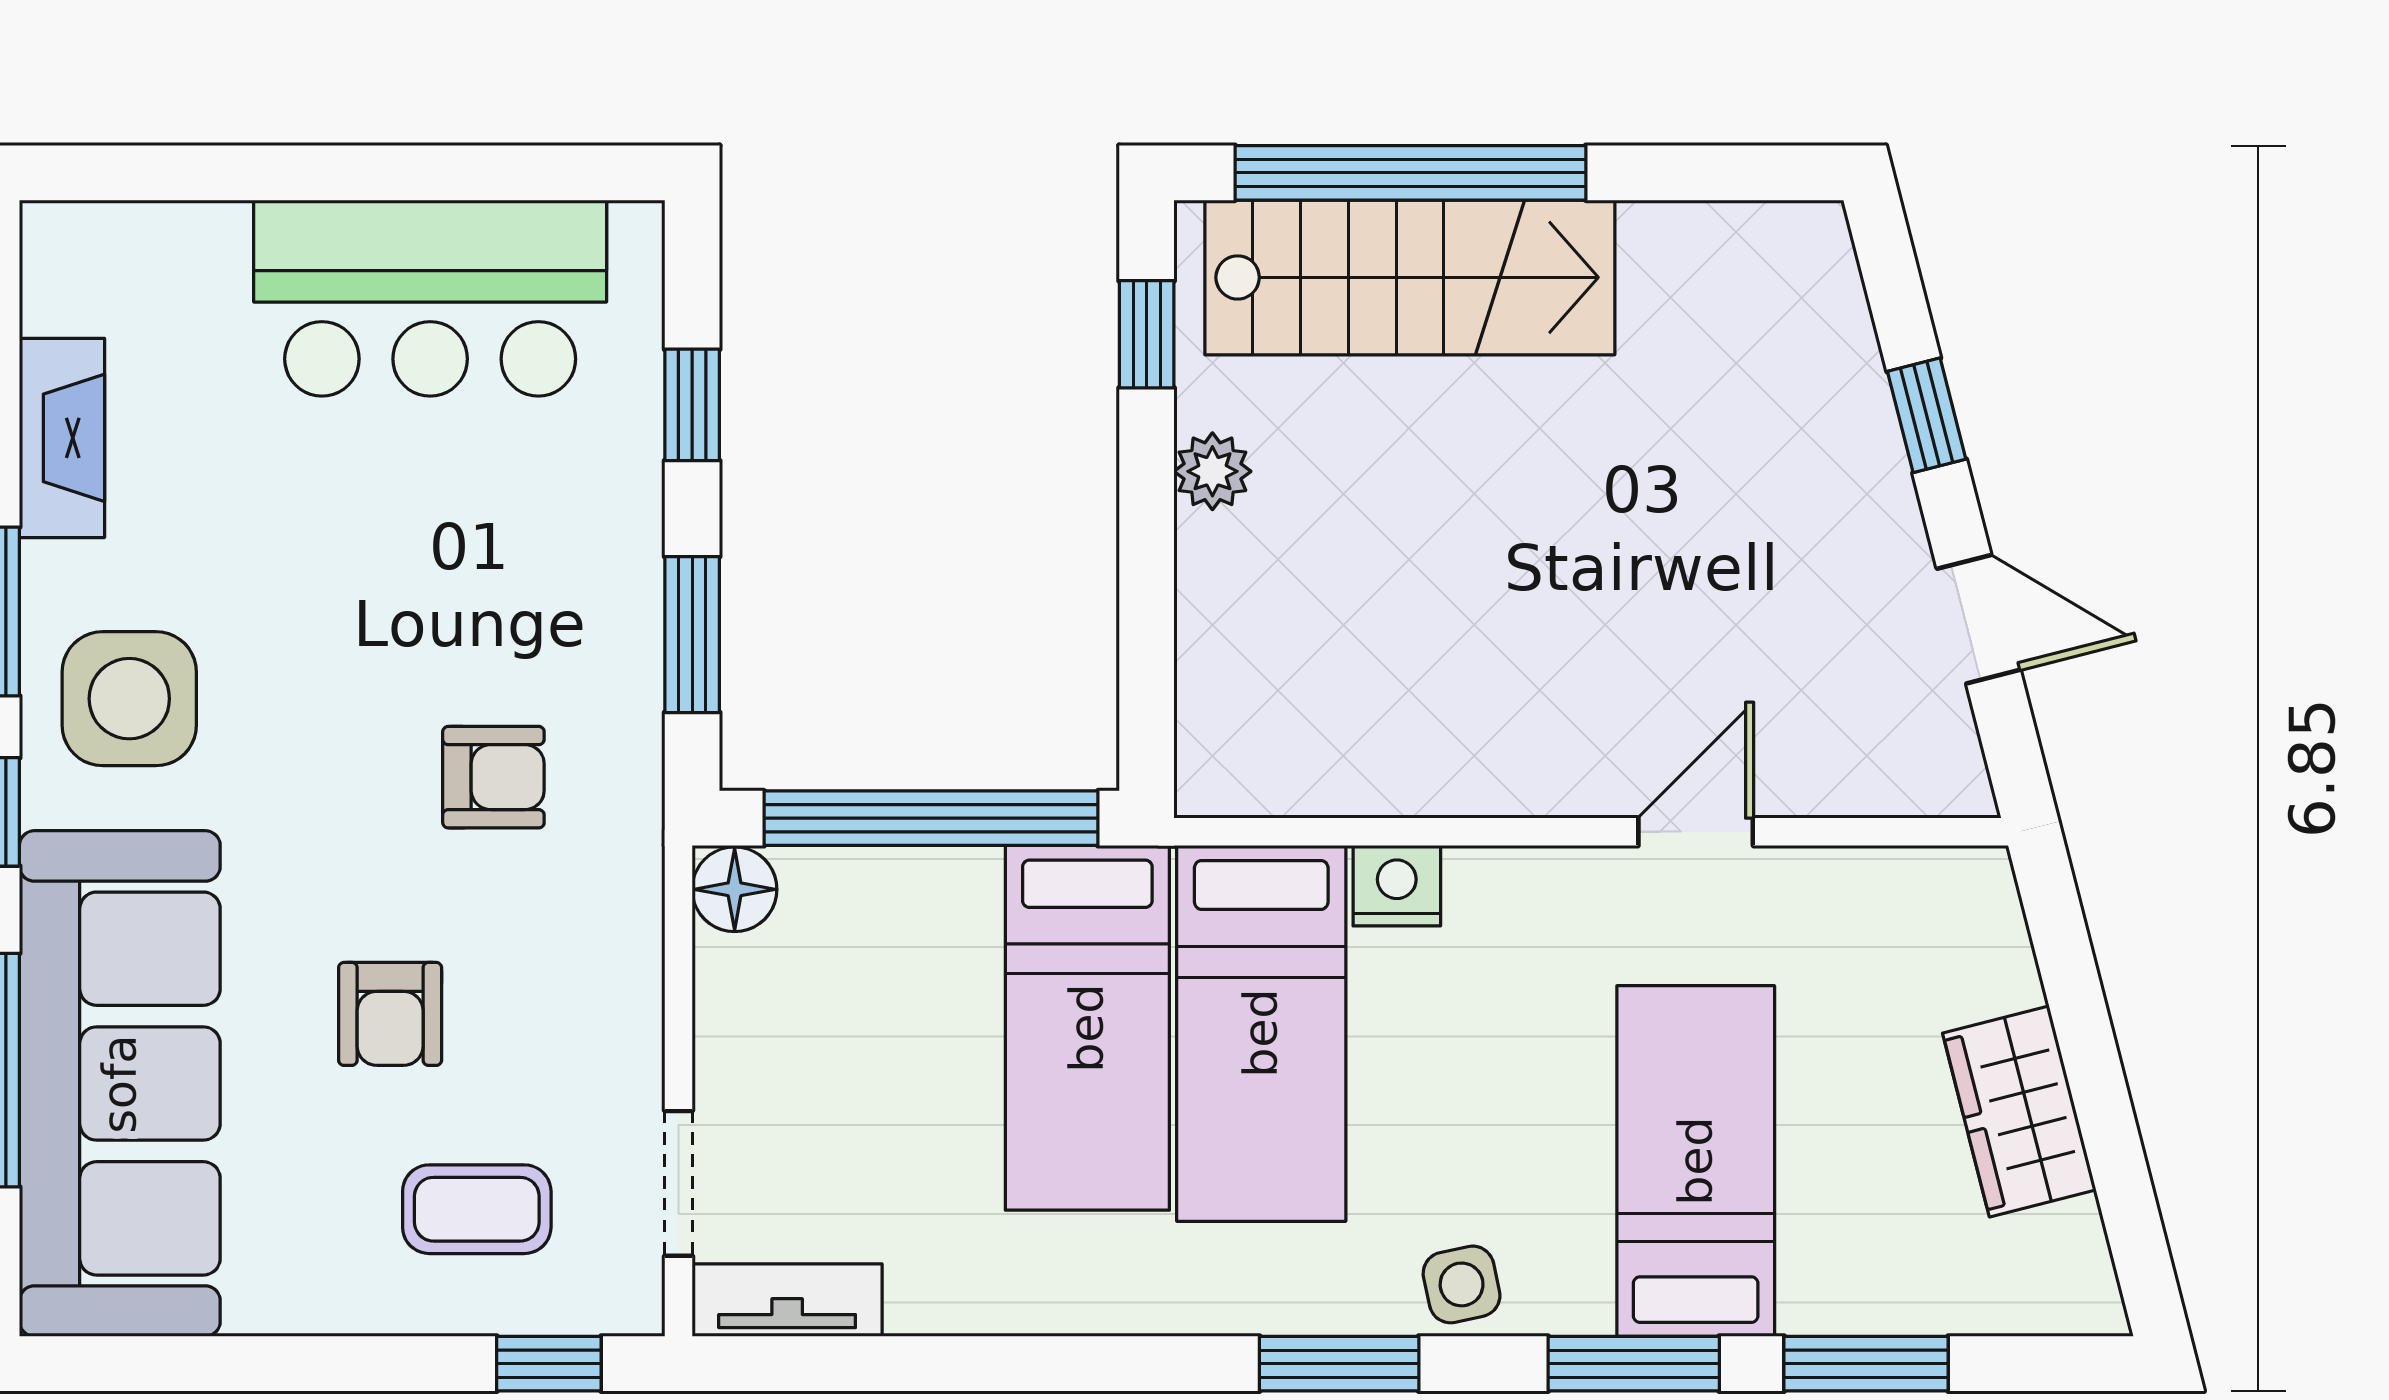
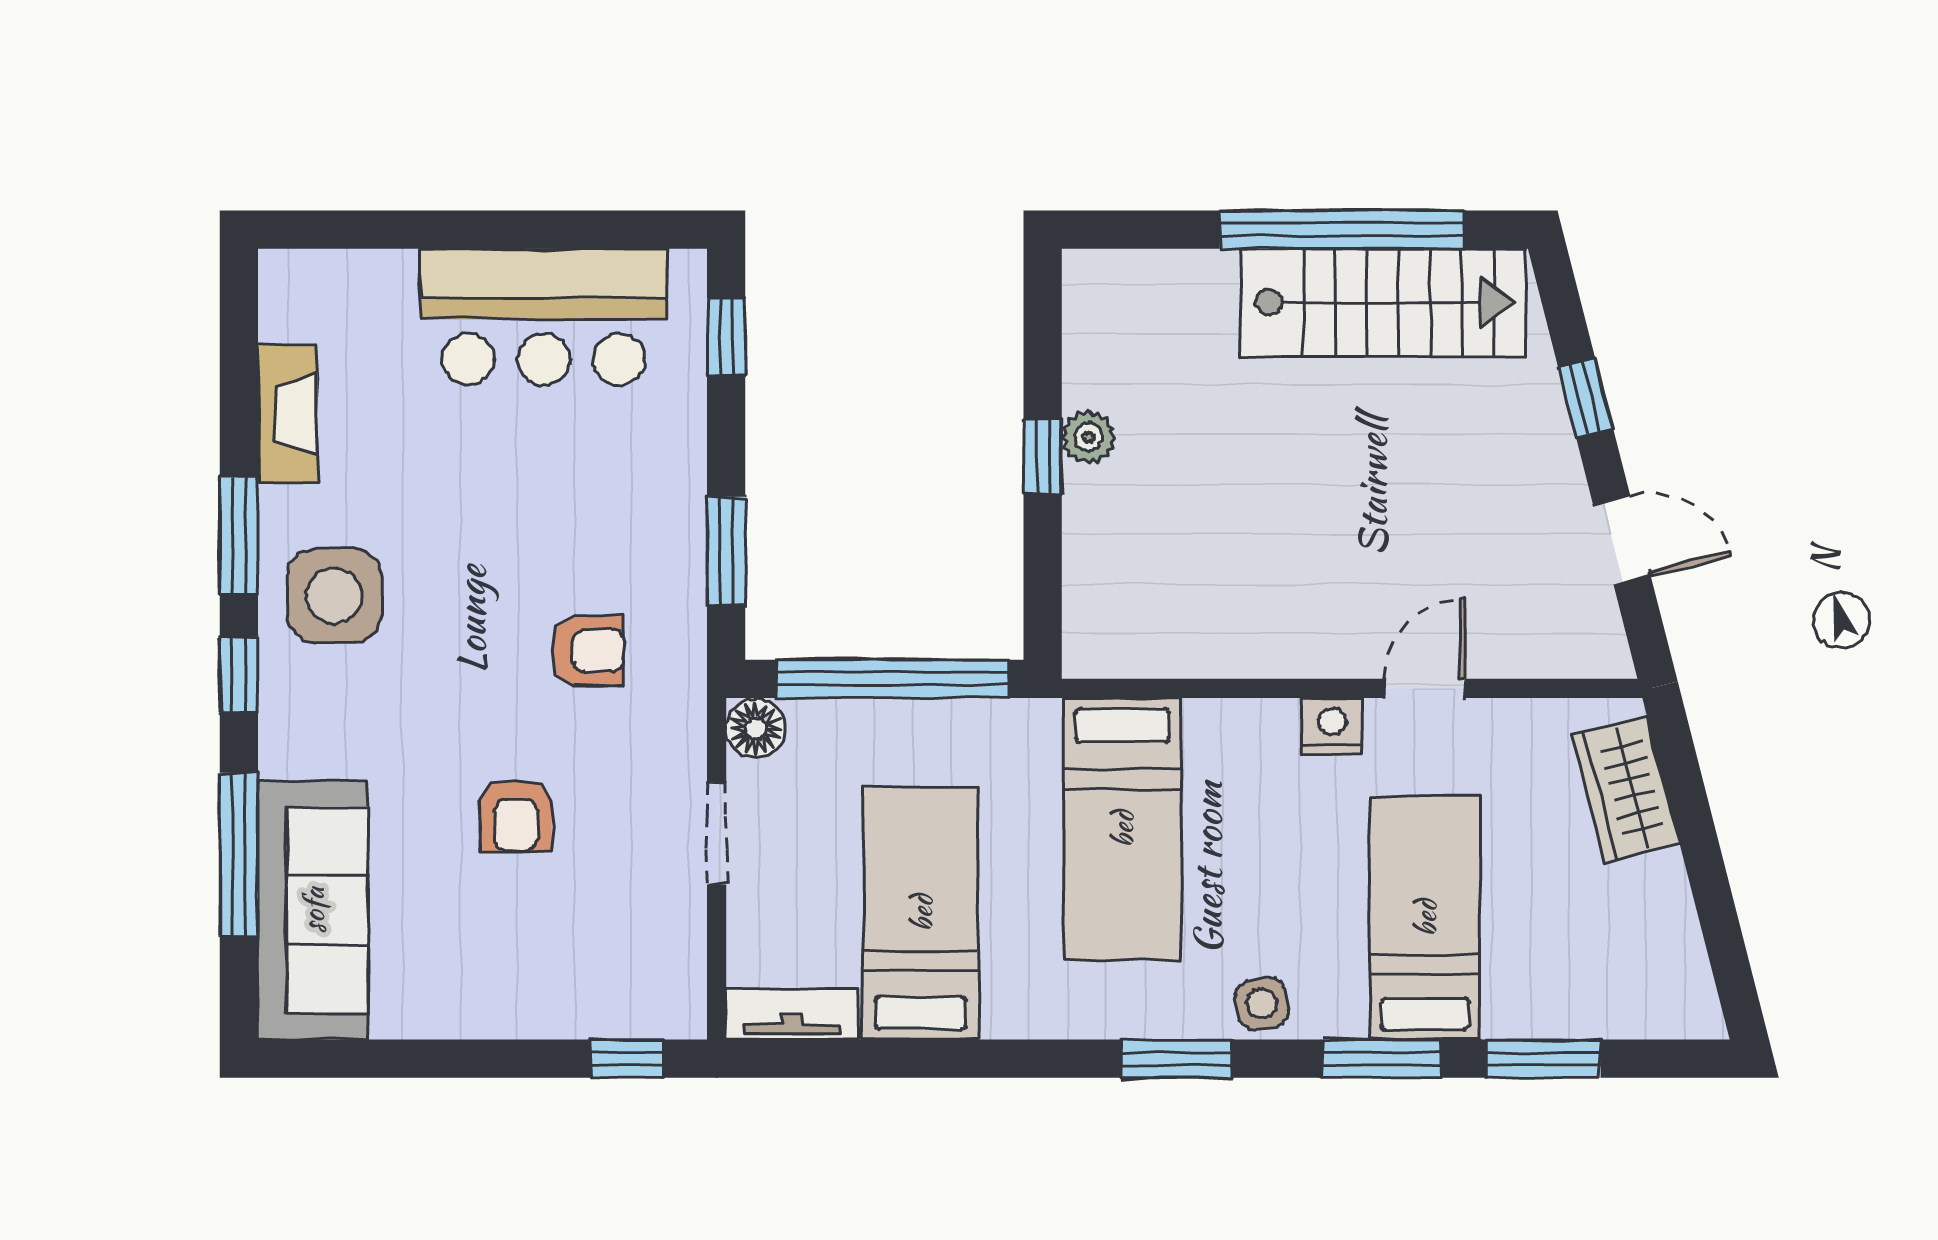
window: (1410, 173) -> (1342, 230), moved
stairs: (1410, 277) -> (1383, 302), moved
window: (1147, 334) -> (1043, 456), moved
window: (692, 405) -> (726, 337), moved
nightstand: (1397, 886) -> (1332, 726), moved
bed: (1087, 1028) -> (921, 913), moved, turned 180
sofa: (120, 1084) -> (313, 910), width x0.74, depth x0.79
wardrobe: (2019, 1111) -> (1626, 789), moved
doorway: (678, 1183) -> (717, 834), moved
coffee table: (477, 1209) -> (576, 951), removed

